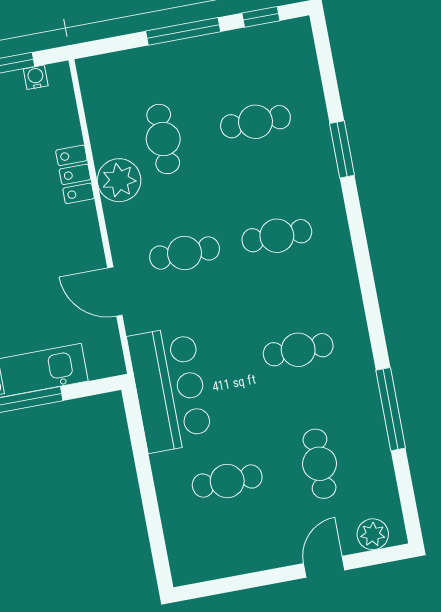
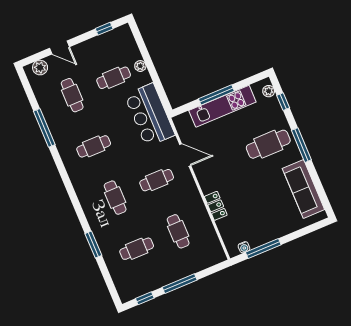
plant: (119, 180) -> (140, 66), moved, width x0.53, depth x0.53
cafe table: (277, 236) -> (115, 198), turned 90
door: (324, 567) -> (60, 47), hinge flipped
window: (225, 585) -> (104, 29), added

